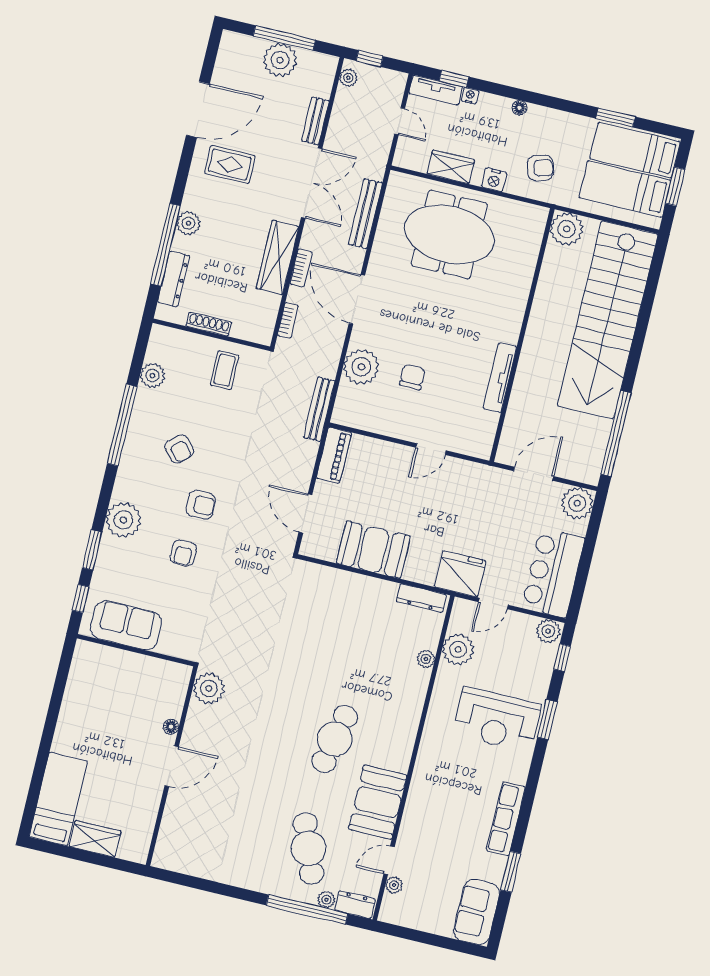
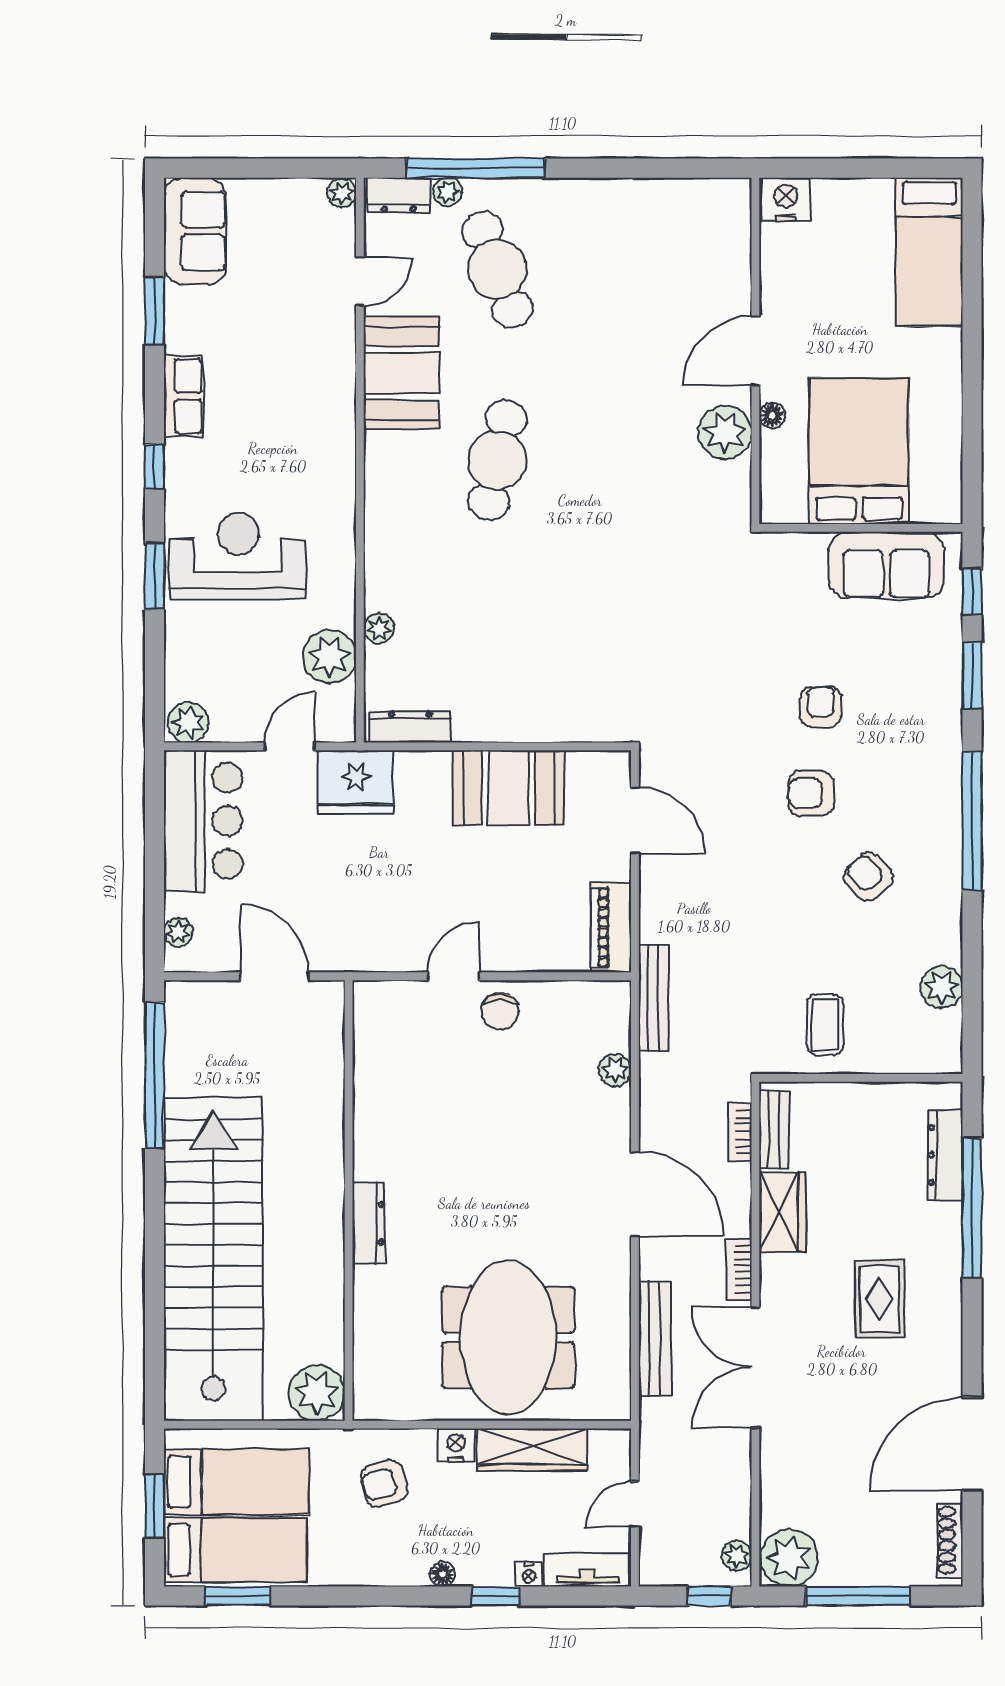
plant: (280, 60) -> (789, 1558), moved
window: (454, 79) -> (495, 1596), moved
window: (616, 118) -> (238, 1596), moved
bench: (315, 121) -> (774, 1130), moved
door: (400, 121) -> (635, 1504), hinge flipped
rug: (230, 164) -> (879, 1299), moved, turned 90
wardrobe: (451, 167) -> (532, 1450), width x1.50
plant: (188, 223) -> (943, 1253), removed
meeting table: (449, 234) -> (508, 1337), turned 90
wardrobe: (277, 257) -> (782, 1211), width x0.67
bookcase: (301, 268) -> (739, 1269), moved
dresser: (514, 319) -> (368, 1223), added
shoe rack: (209, 324) -> (950, 1540), moved, turned 90
plant: (361, 367) -> (615, 1070), width x0.53, depth x0.53
chair: (412, 377) -> (500, 1011), moved
tv unit: (500, 378) -> (368, 1121), removed
window: (122, 425) -> (972, 821), moved
door: (534, 474) -> (275, 976), swing flipped
plant: (577, 503) -> (178, 932), width x0.53, depth x0.53
plant: (123, 520) -> (933, 738), removed
window: (562, 658) -> (155, 467), moved
plant: (209, 688) -> (725, 432), moved
bed: (126, 695) -> (859, 451), added
row of seats: (506, 819) -> (184, 396), width x0.68
wardrobe: (95, 839) -> (853, 201), removed
nightstand: (133, 849) -> (786, 199), added
plant: (394, 885) -> (342, 193), moved

